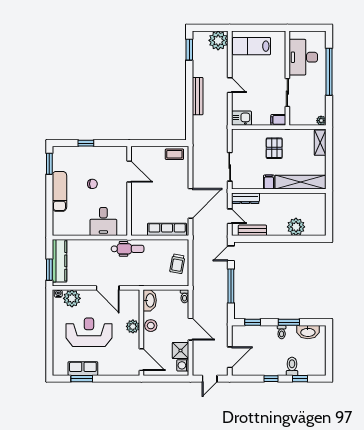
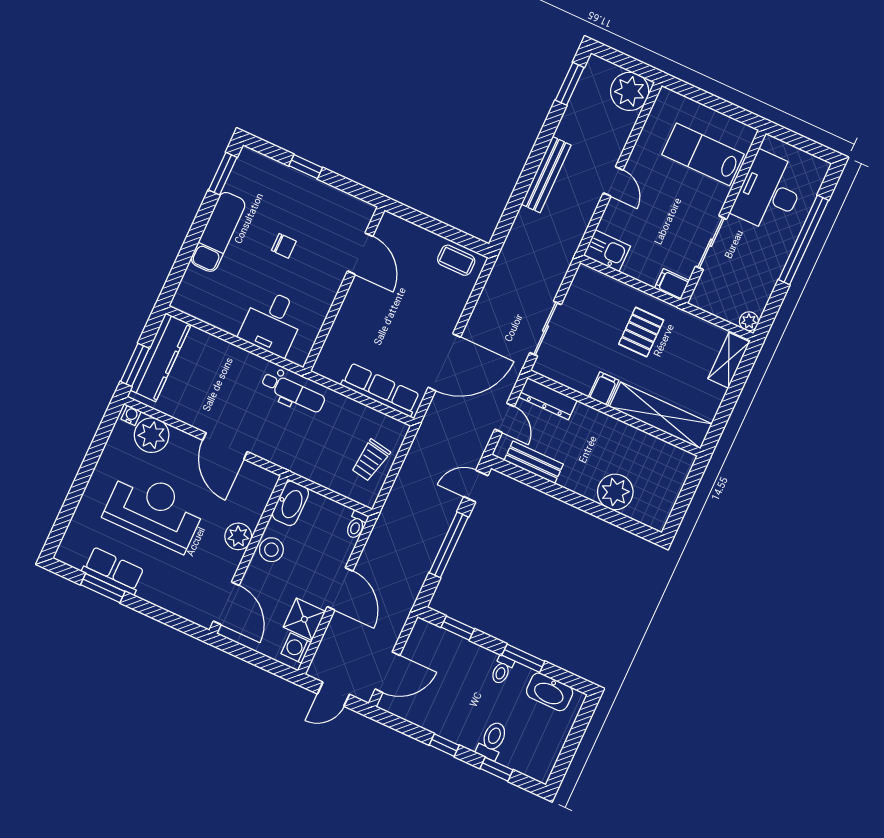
lab bench: (252, 46) -> (703, 154), moved

